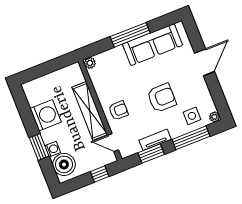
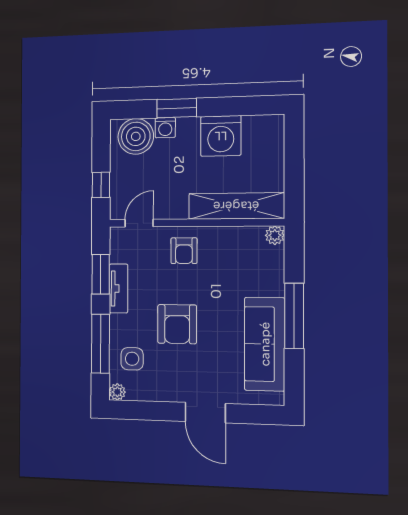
shelving: (90, 111) -> (236, 206), moved

